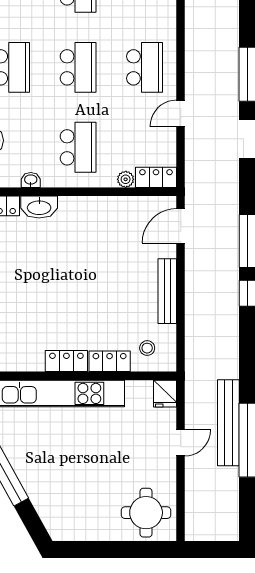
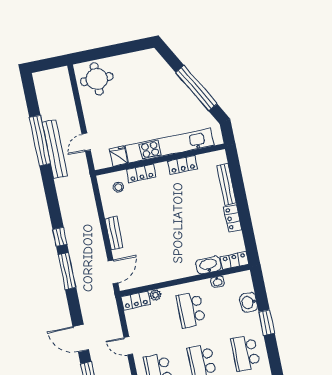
door: (181, 113) -> (128, 346), swing flipped
bench: (167, 291) -> (114, 233), width x0.73
locker: (66, 361) -> (183, 165), moved
fridge: (165, 394) -> (118, 156), moved
door: (181, 443) -> (86, 142), moved

